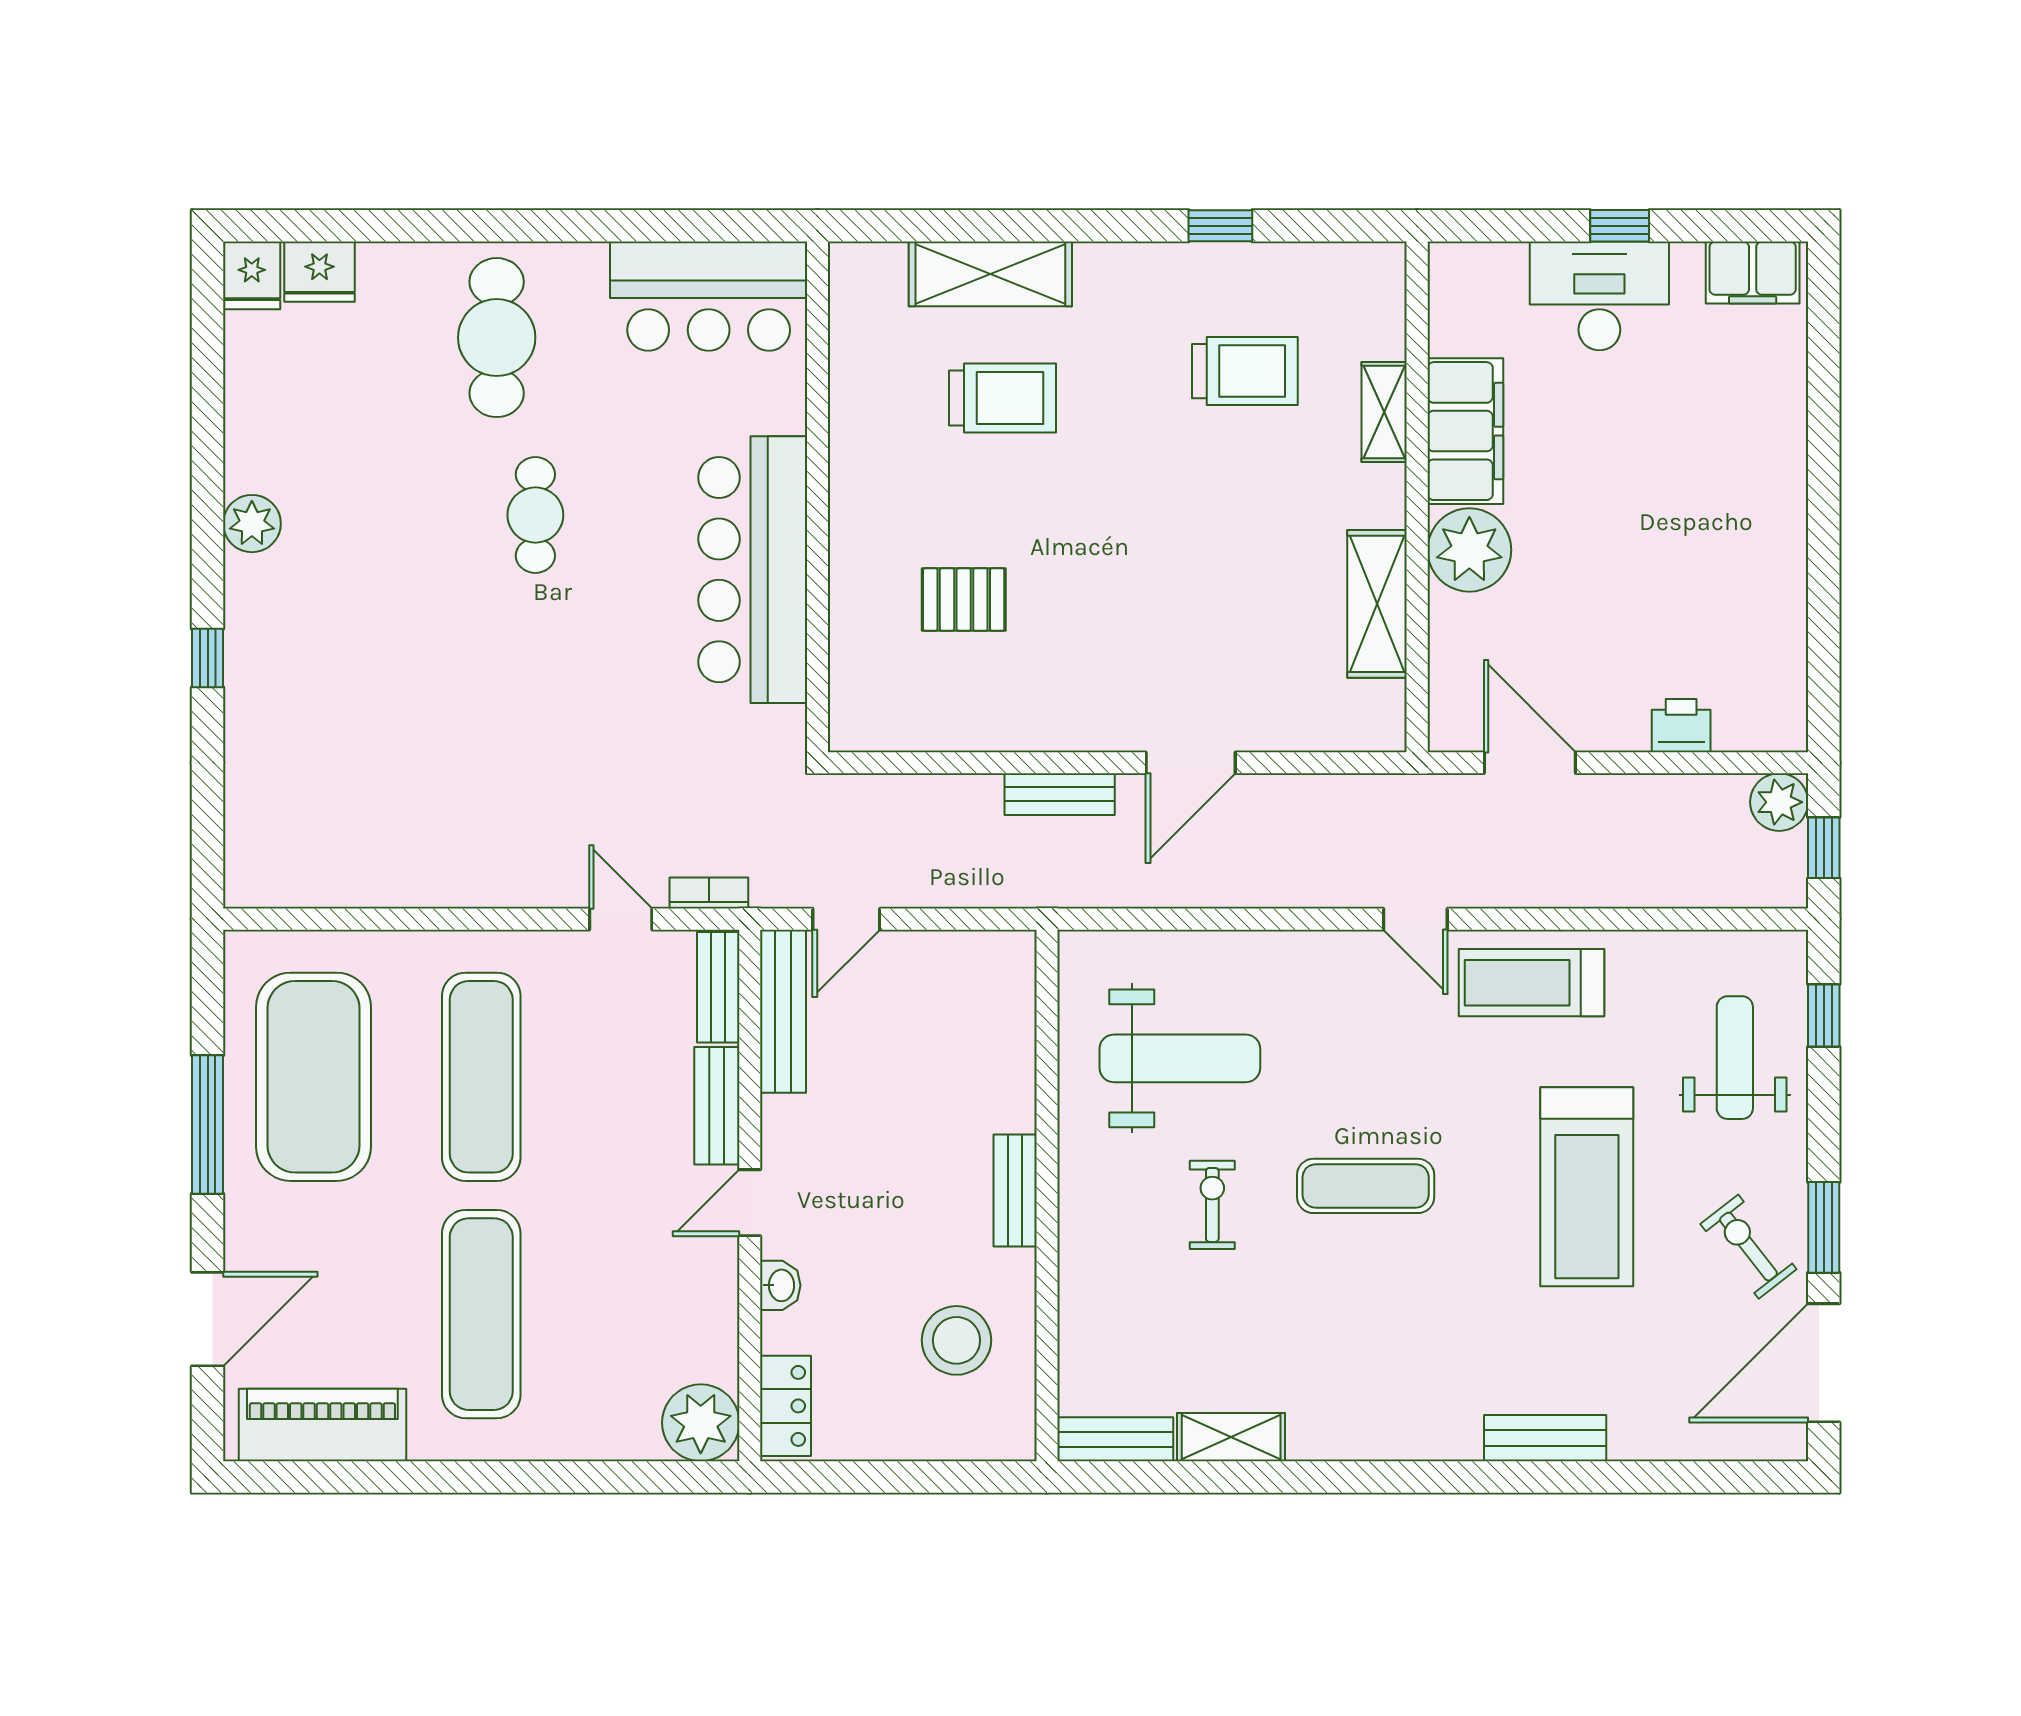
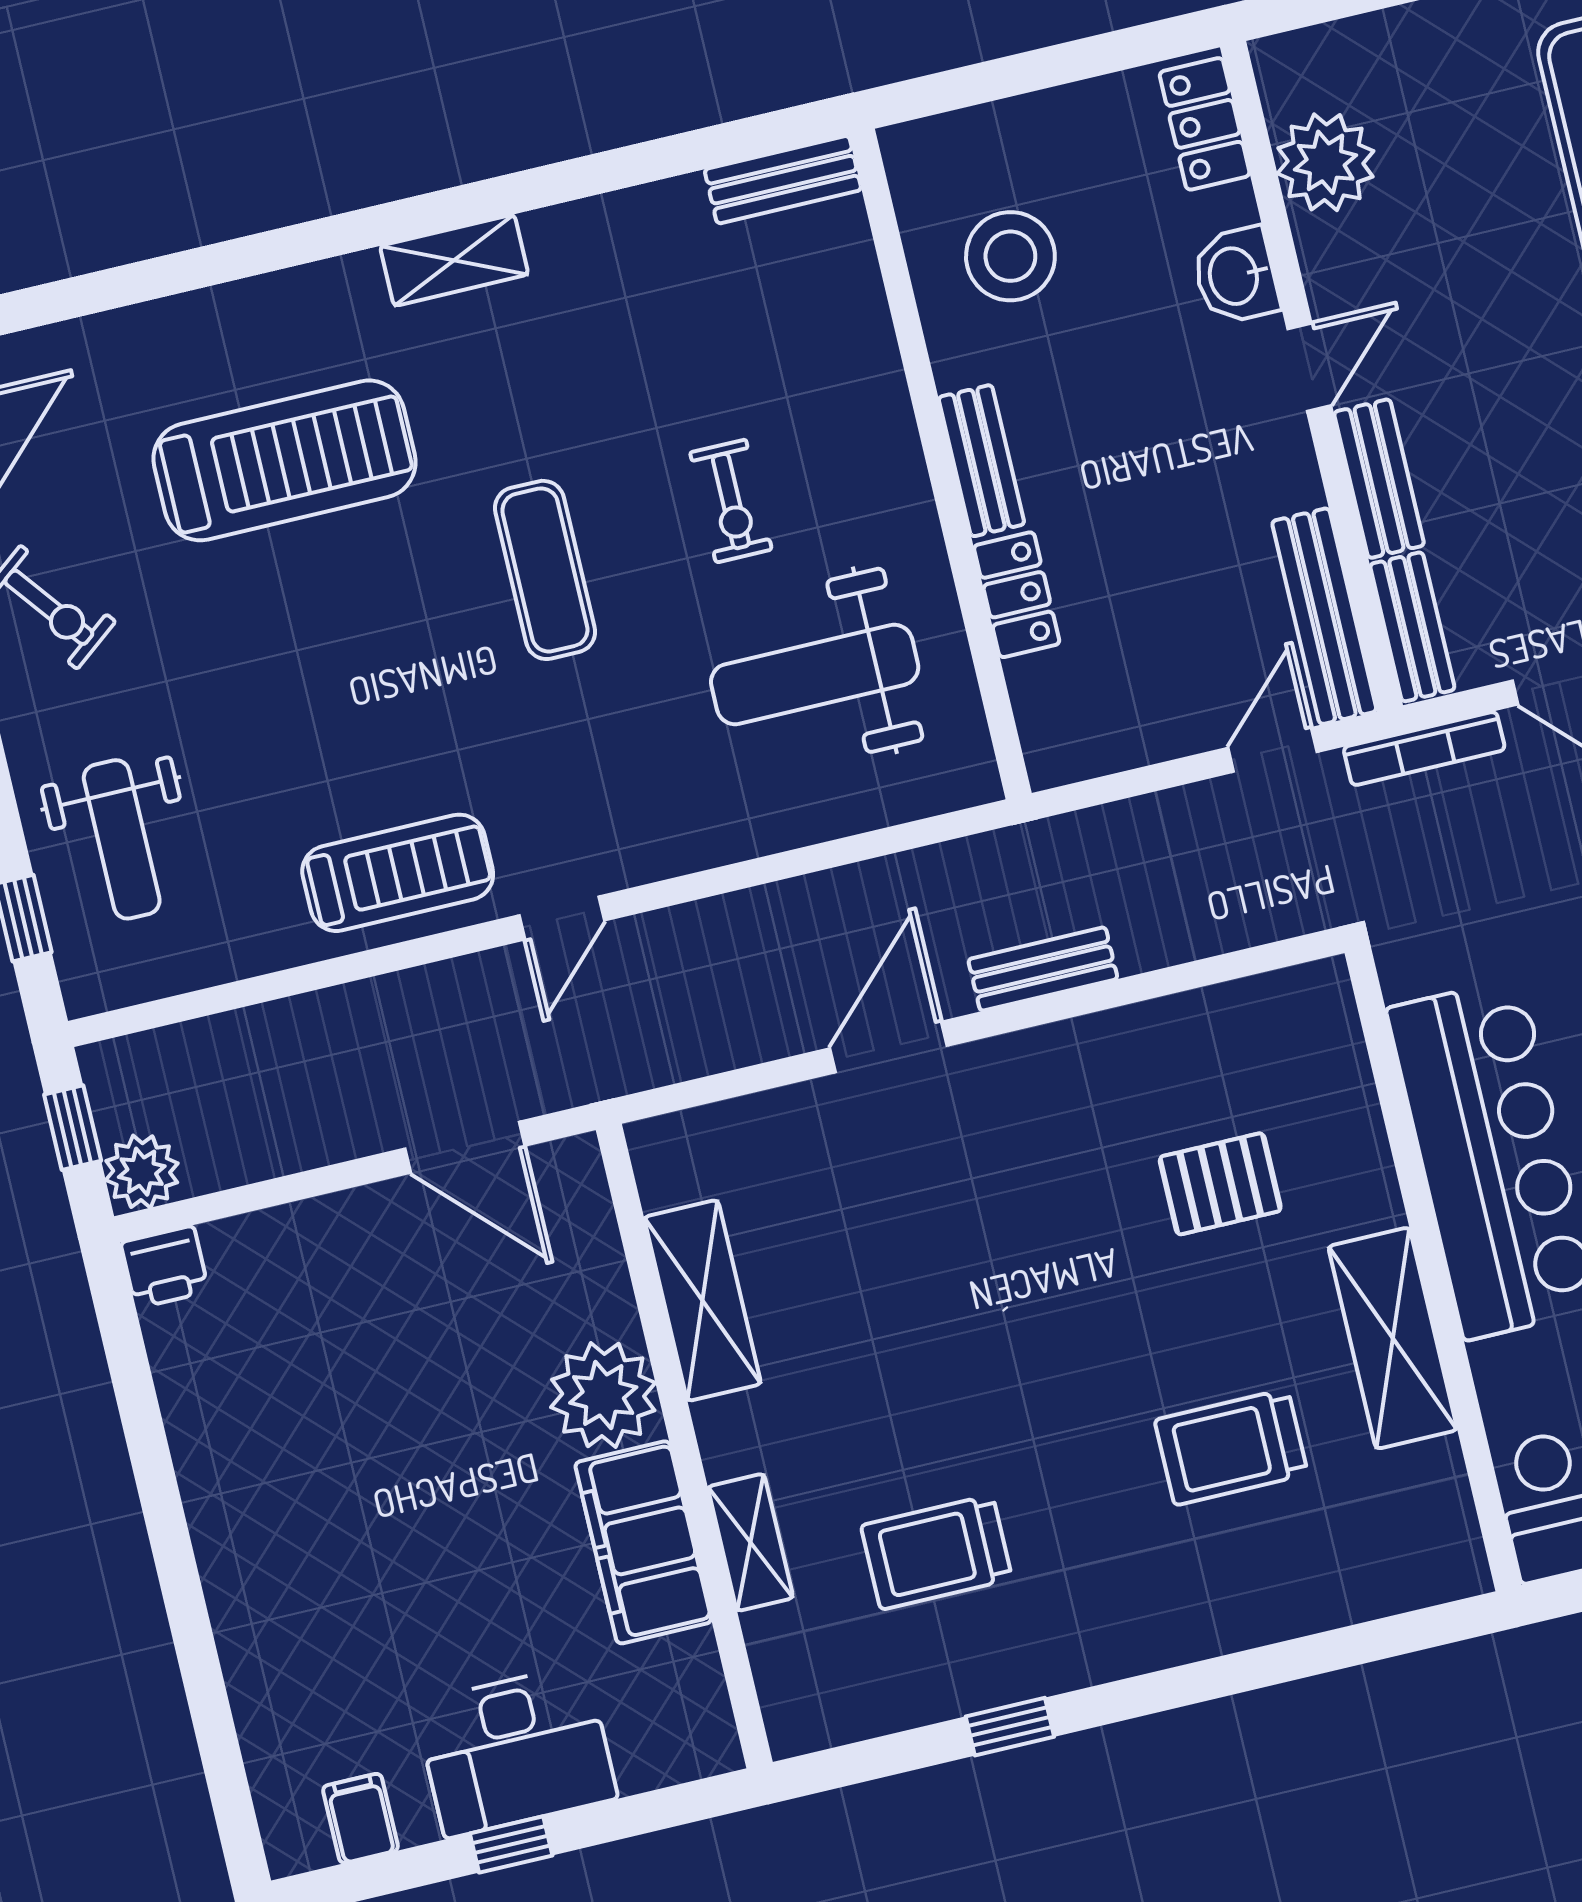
filing cabinet: (1753, 272) -> (360, 1818), width x0.50
shelving: (990, 274) -> (1393, 1338), moved, turned 90
printer: (1681, 726) -> (165, 1267), moved
bookcase: (709, 893) -> (1424, 749), width x1.56
door: (1415, 919) -> (562, 918), swing flipped
locker: (1012, 1083) -> (1017, 595), added
exercise mat: (1366, 1186) -> (545, 570), turned 90
treadmill: (1587, 1187) -> (284, 460), moved, turned 90
washbasin: (780, 1285) -> (1236, 276), width x1.38, depth x1.45
plant: (701, 1423) -> (1326, 162), moved
shelving: (1231, 1437) -> (454, 260), moved
bench: (1545, 1438) -> (246, 308), removed

